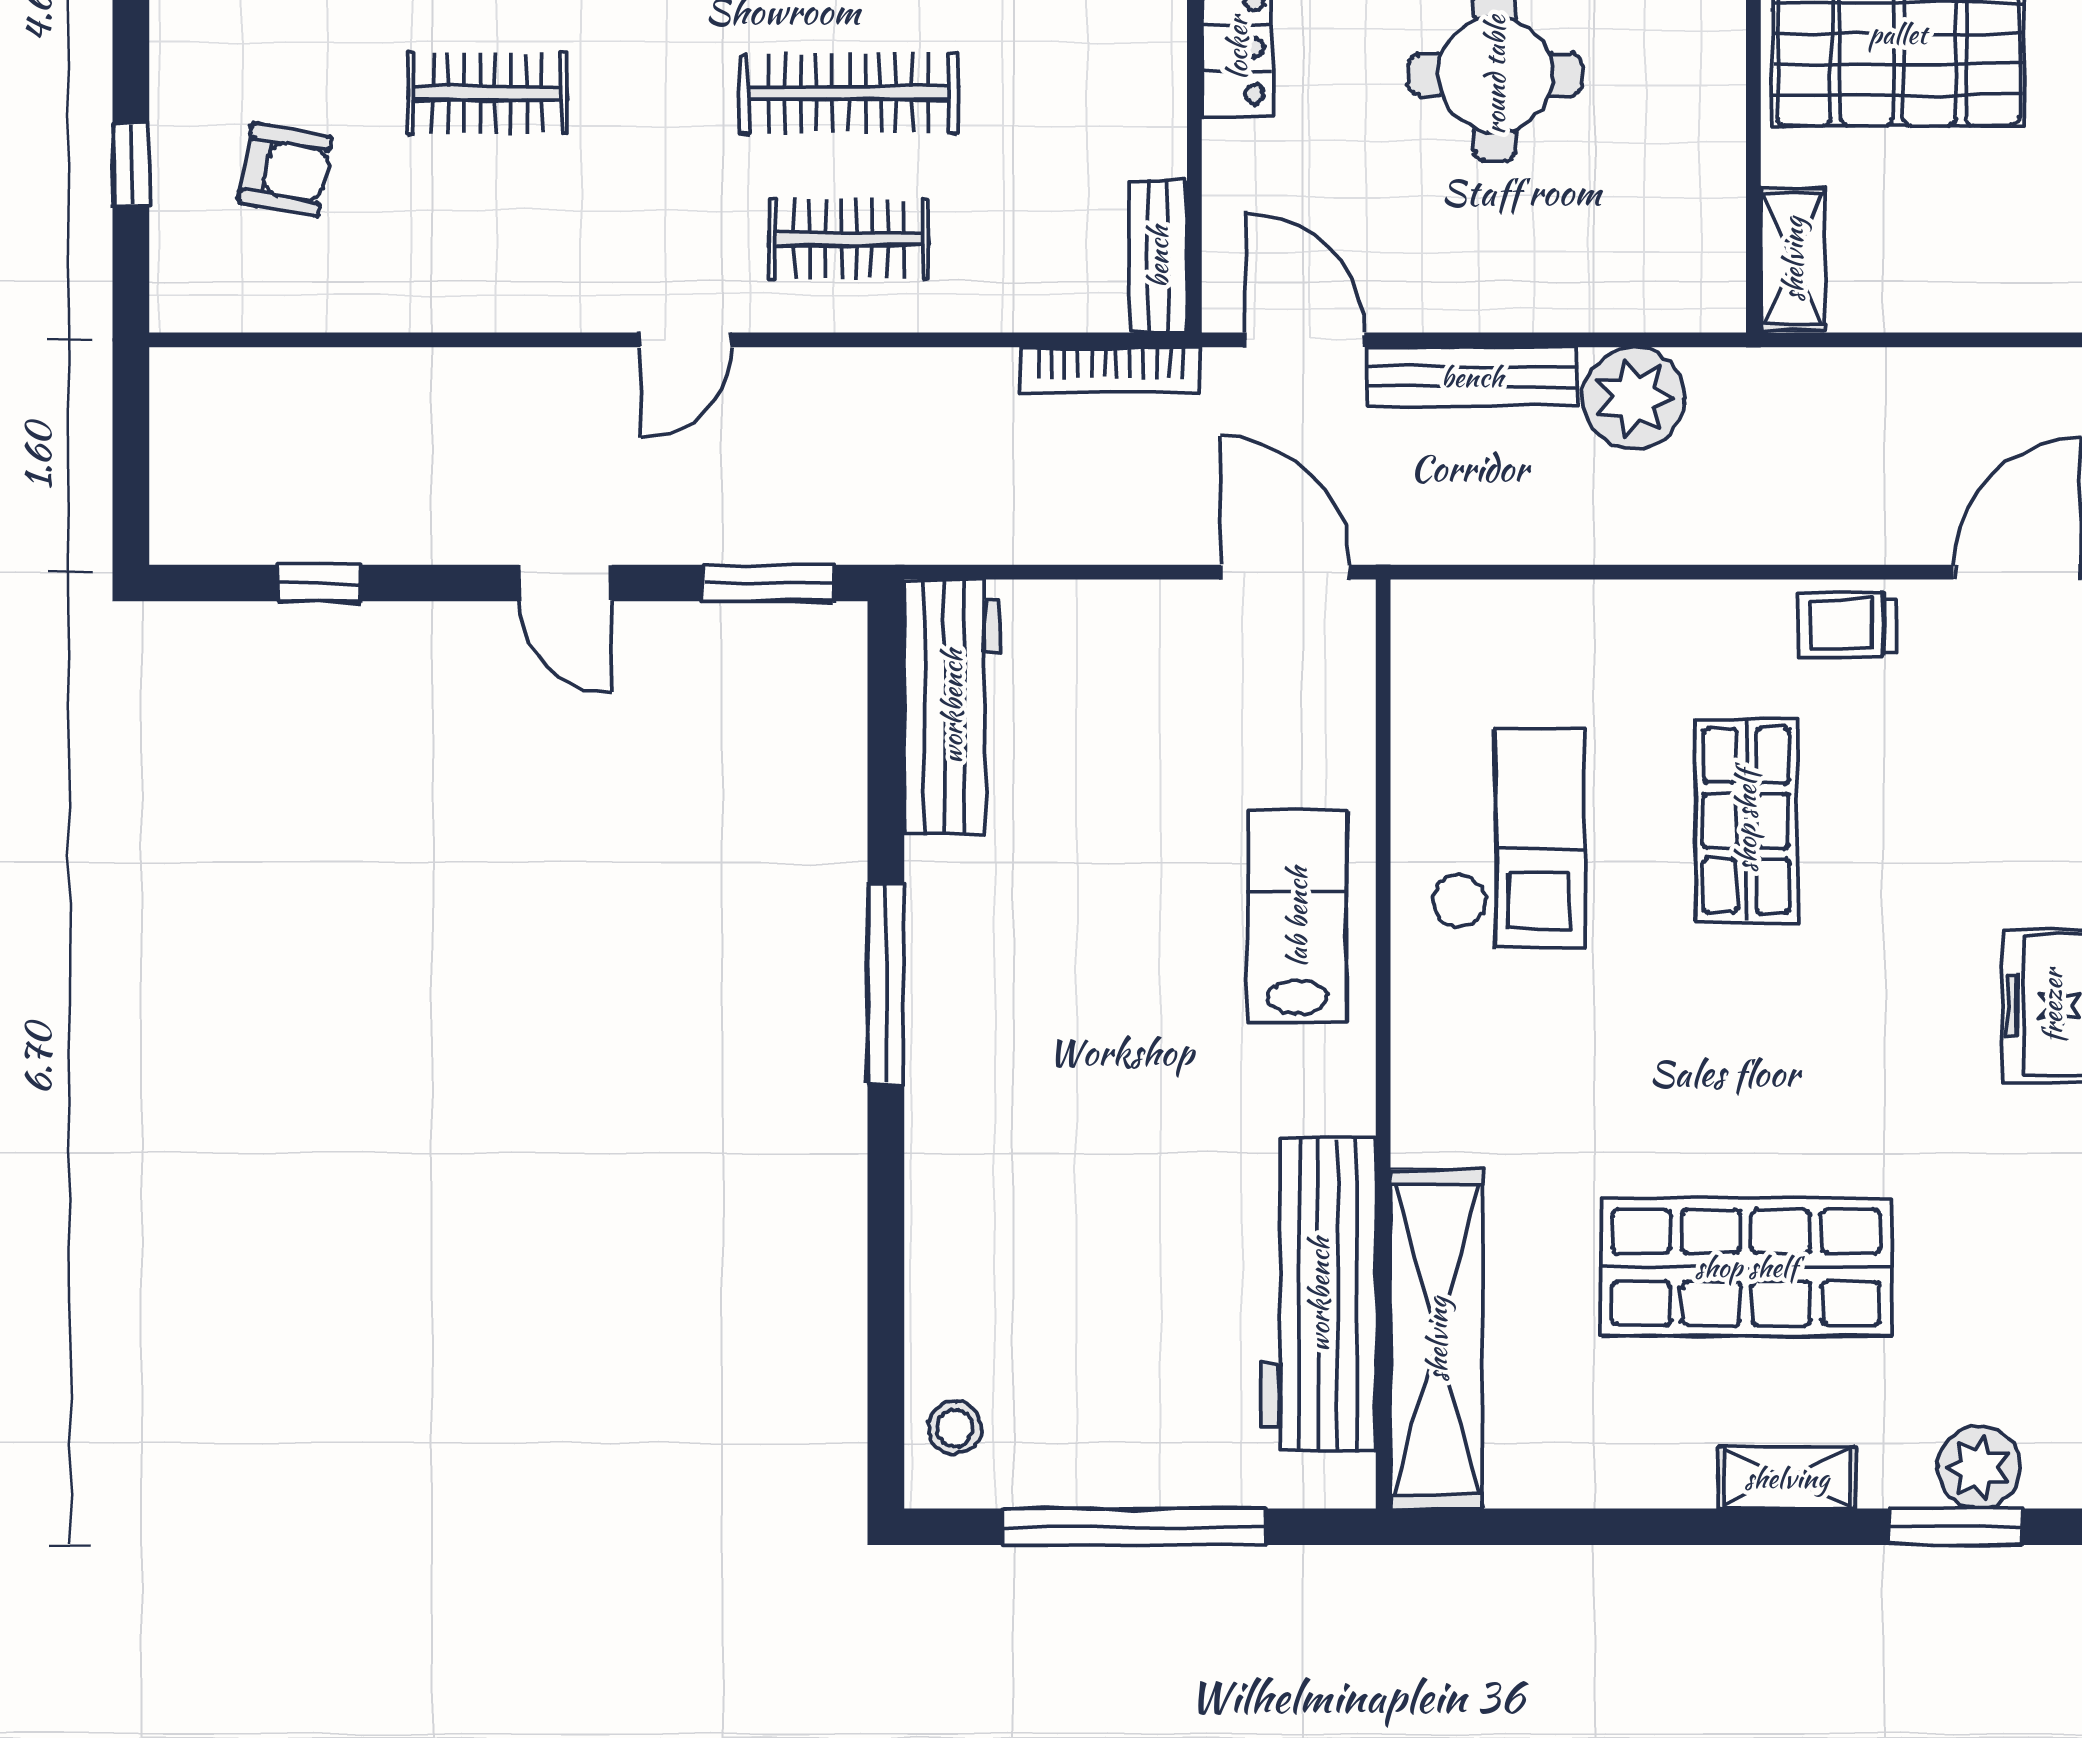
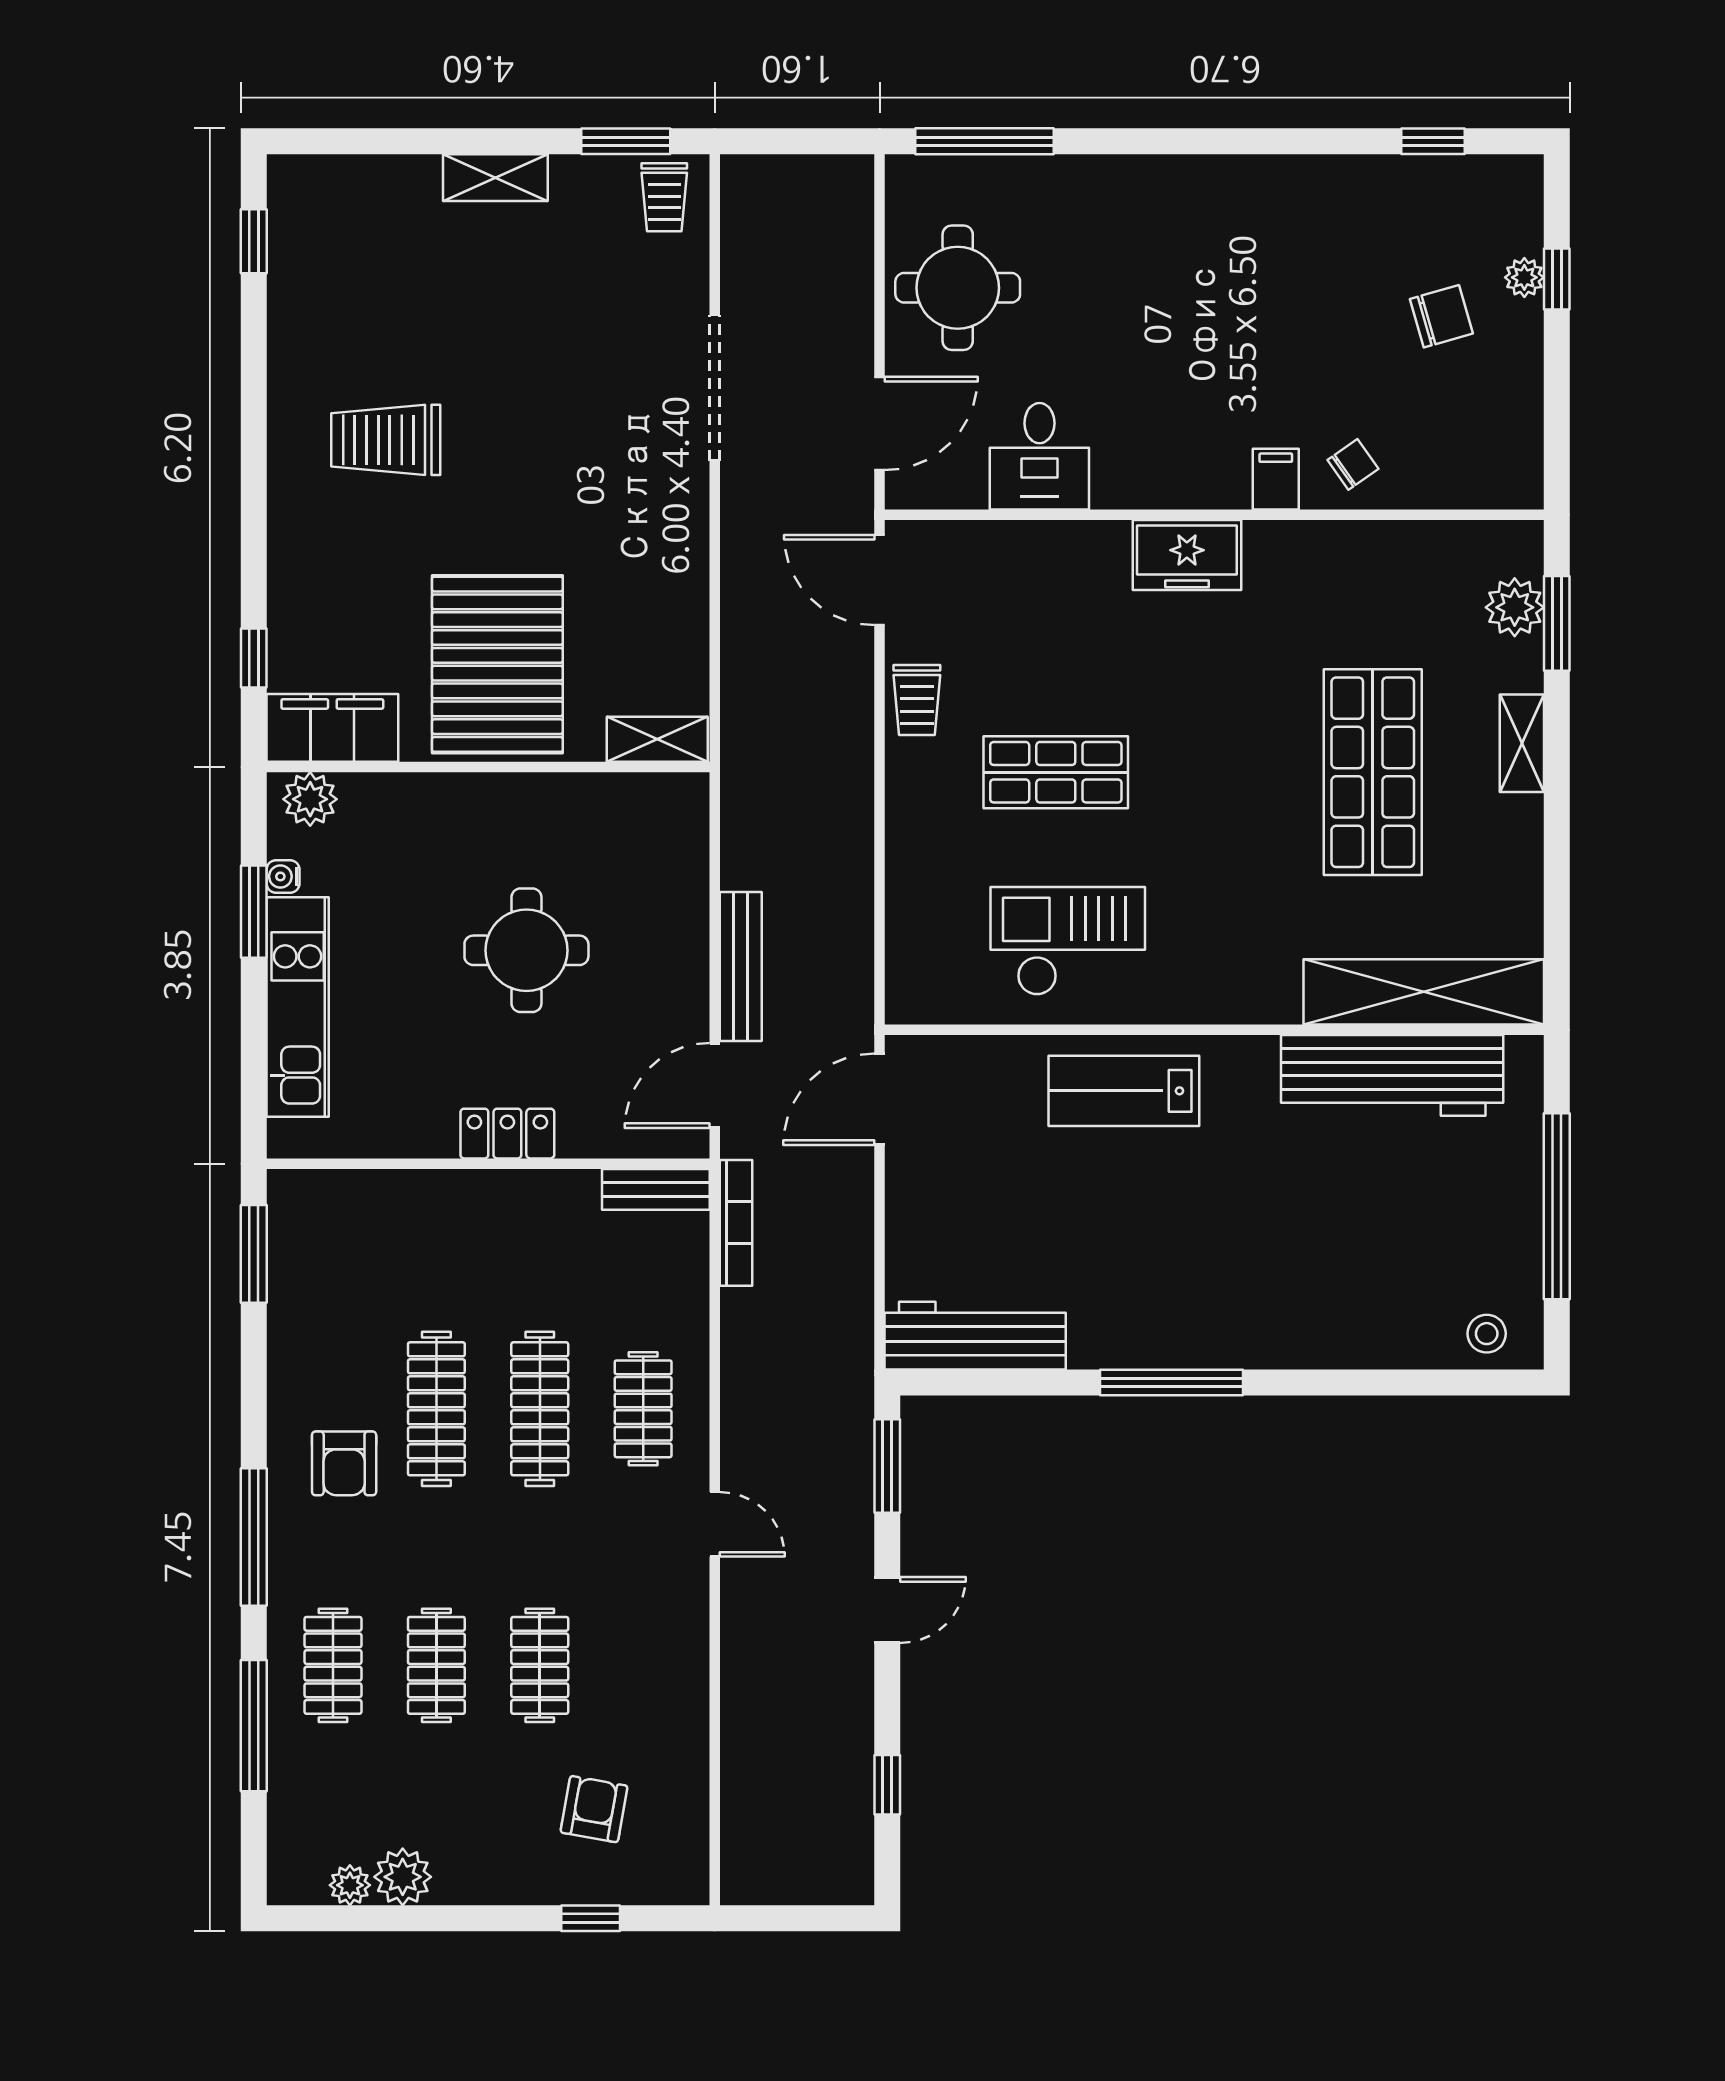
plant: (1634, 398) -> (756, 852), removed

